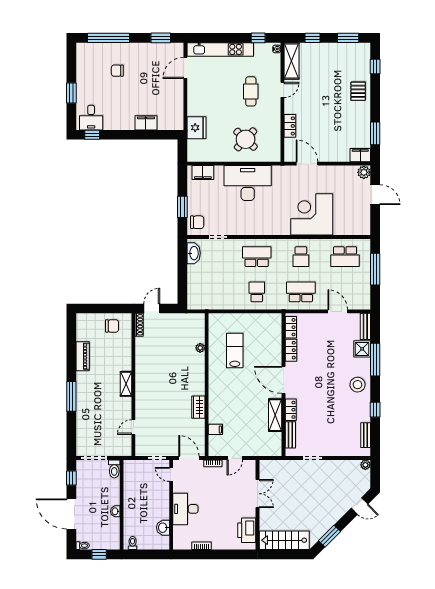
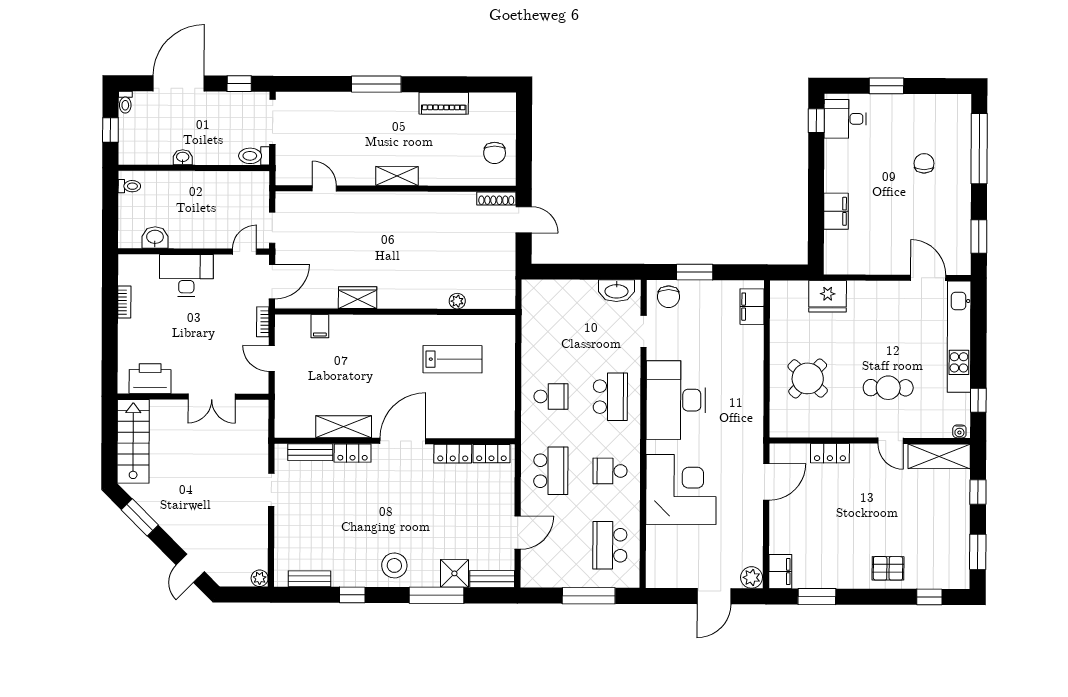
desk: (248, 183) -> (676, 400), moved, turned 180

